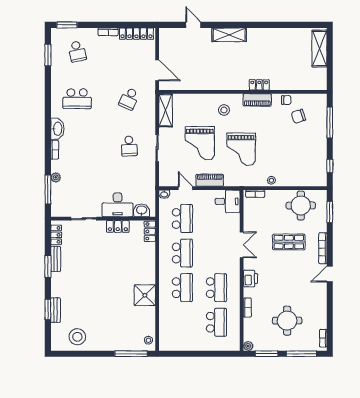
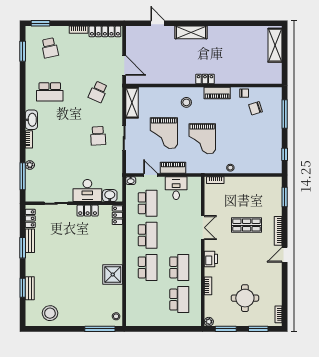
locker: (259, 85) -> (205, 79), moved
desk: (228, 201) -> (176, 188), moved, turned -90
round table: (301, 206) -> (258, 191), removed
window: (302, 354) -> (258, 329), width x0.69

